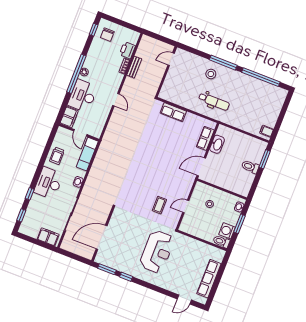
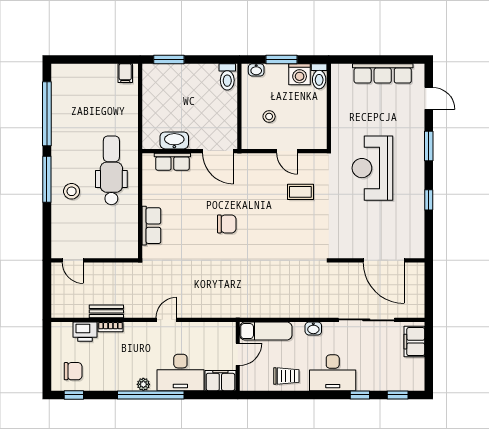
dental chair: (214, 101) -> (111, 170), width x1.36, depth x1.38
chair: (157, 156) -> (227, 224), added
toilet: (250, 167) -> (227, 77), moved
reception desk: (157, 252) -> (372, 168), turned -90
window: (107, 269) -> (429, 146), moved

